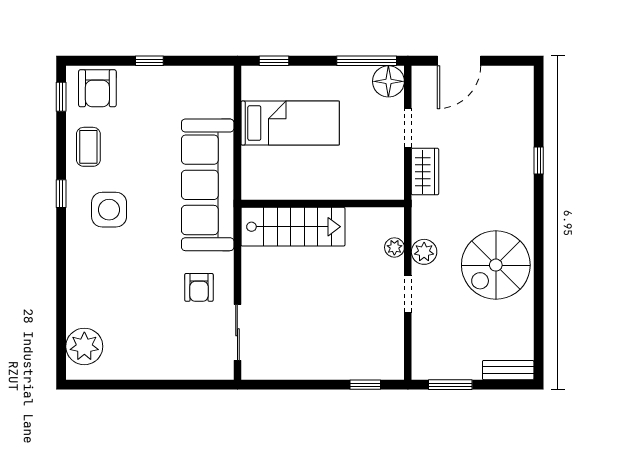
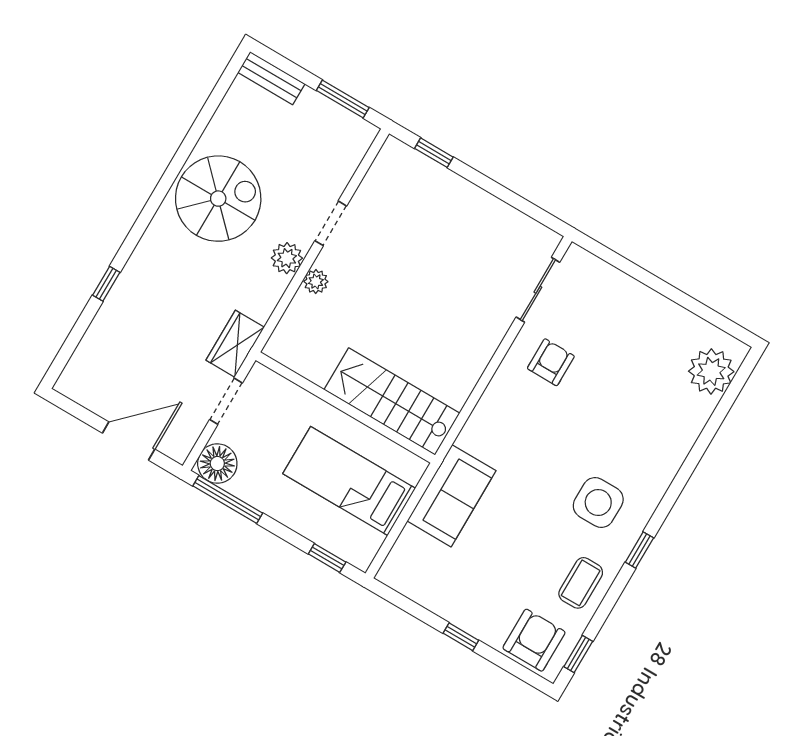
sofa: (208, 185) -> (452, 496), width x0.54, depth x0.79
wall: (323, 204) -> (345, 408), moved
stairs: (293, 227) -> (392, 401), moved

